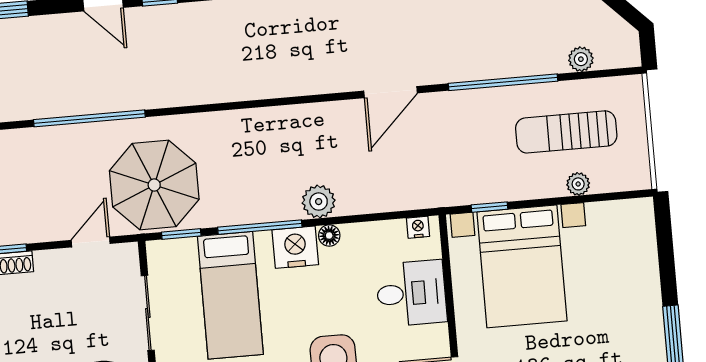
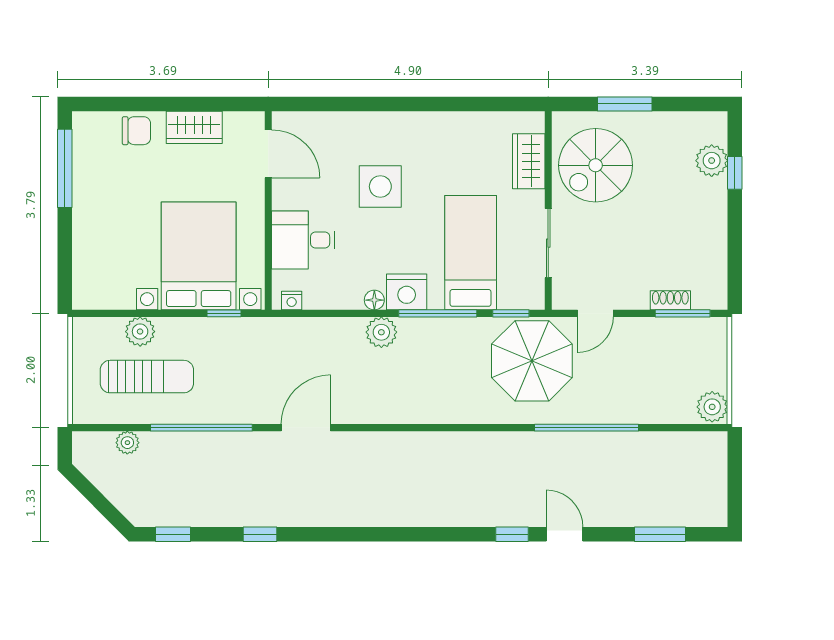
plant: (578, 184) -> (140, 332), width x1.38, depth x1.38

